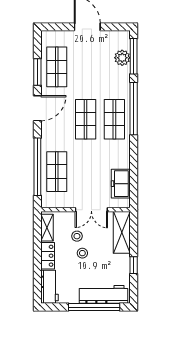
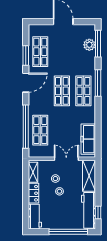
window: (134, 109) -> (98, 83), width x0.68
freezer: (121, 184) -> (88, 139), width x1.40
double door: (91, 210) -> (66, 159), swing flipped
window: (134, 265) -> (98, 212), moved
workbench: (104, 294) -> (89, 210), moved, turned -90

